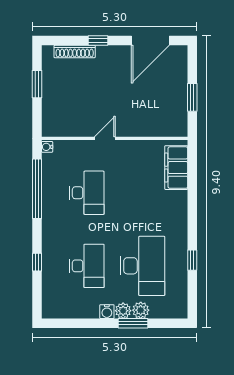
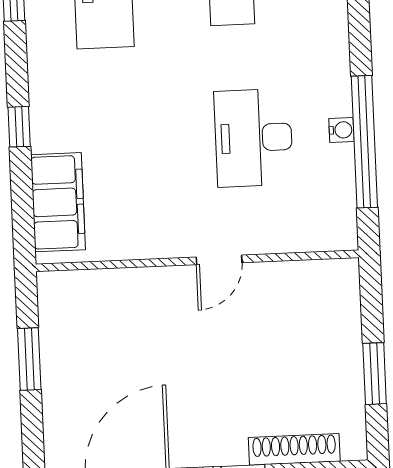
water cooler: (47, 147) -> (341, 130), moved
window: (192, 202) -> (19, 127), added

